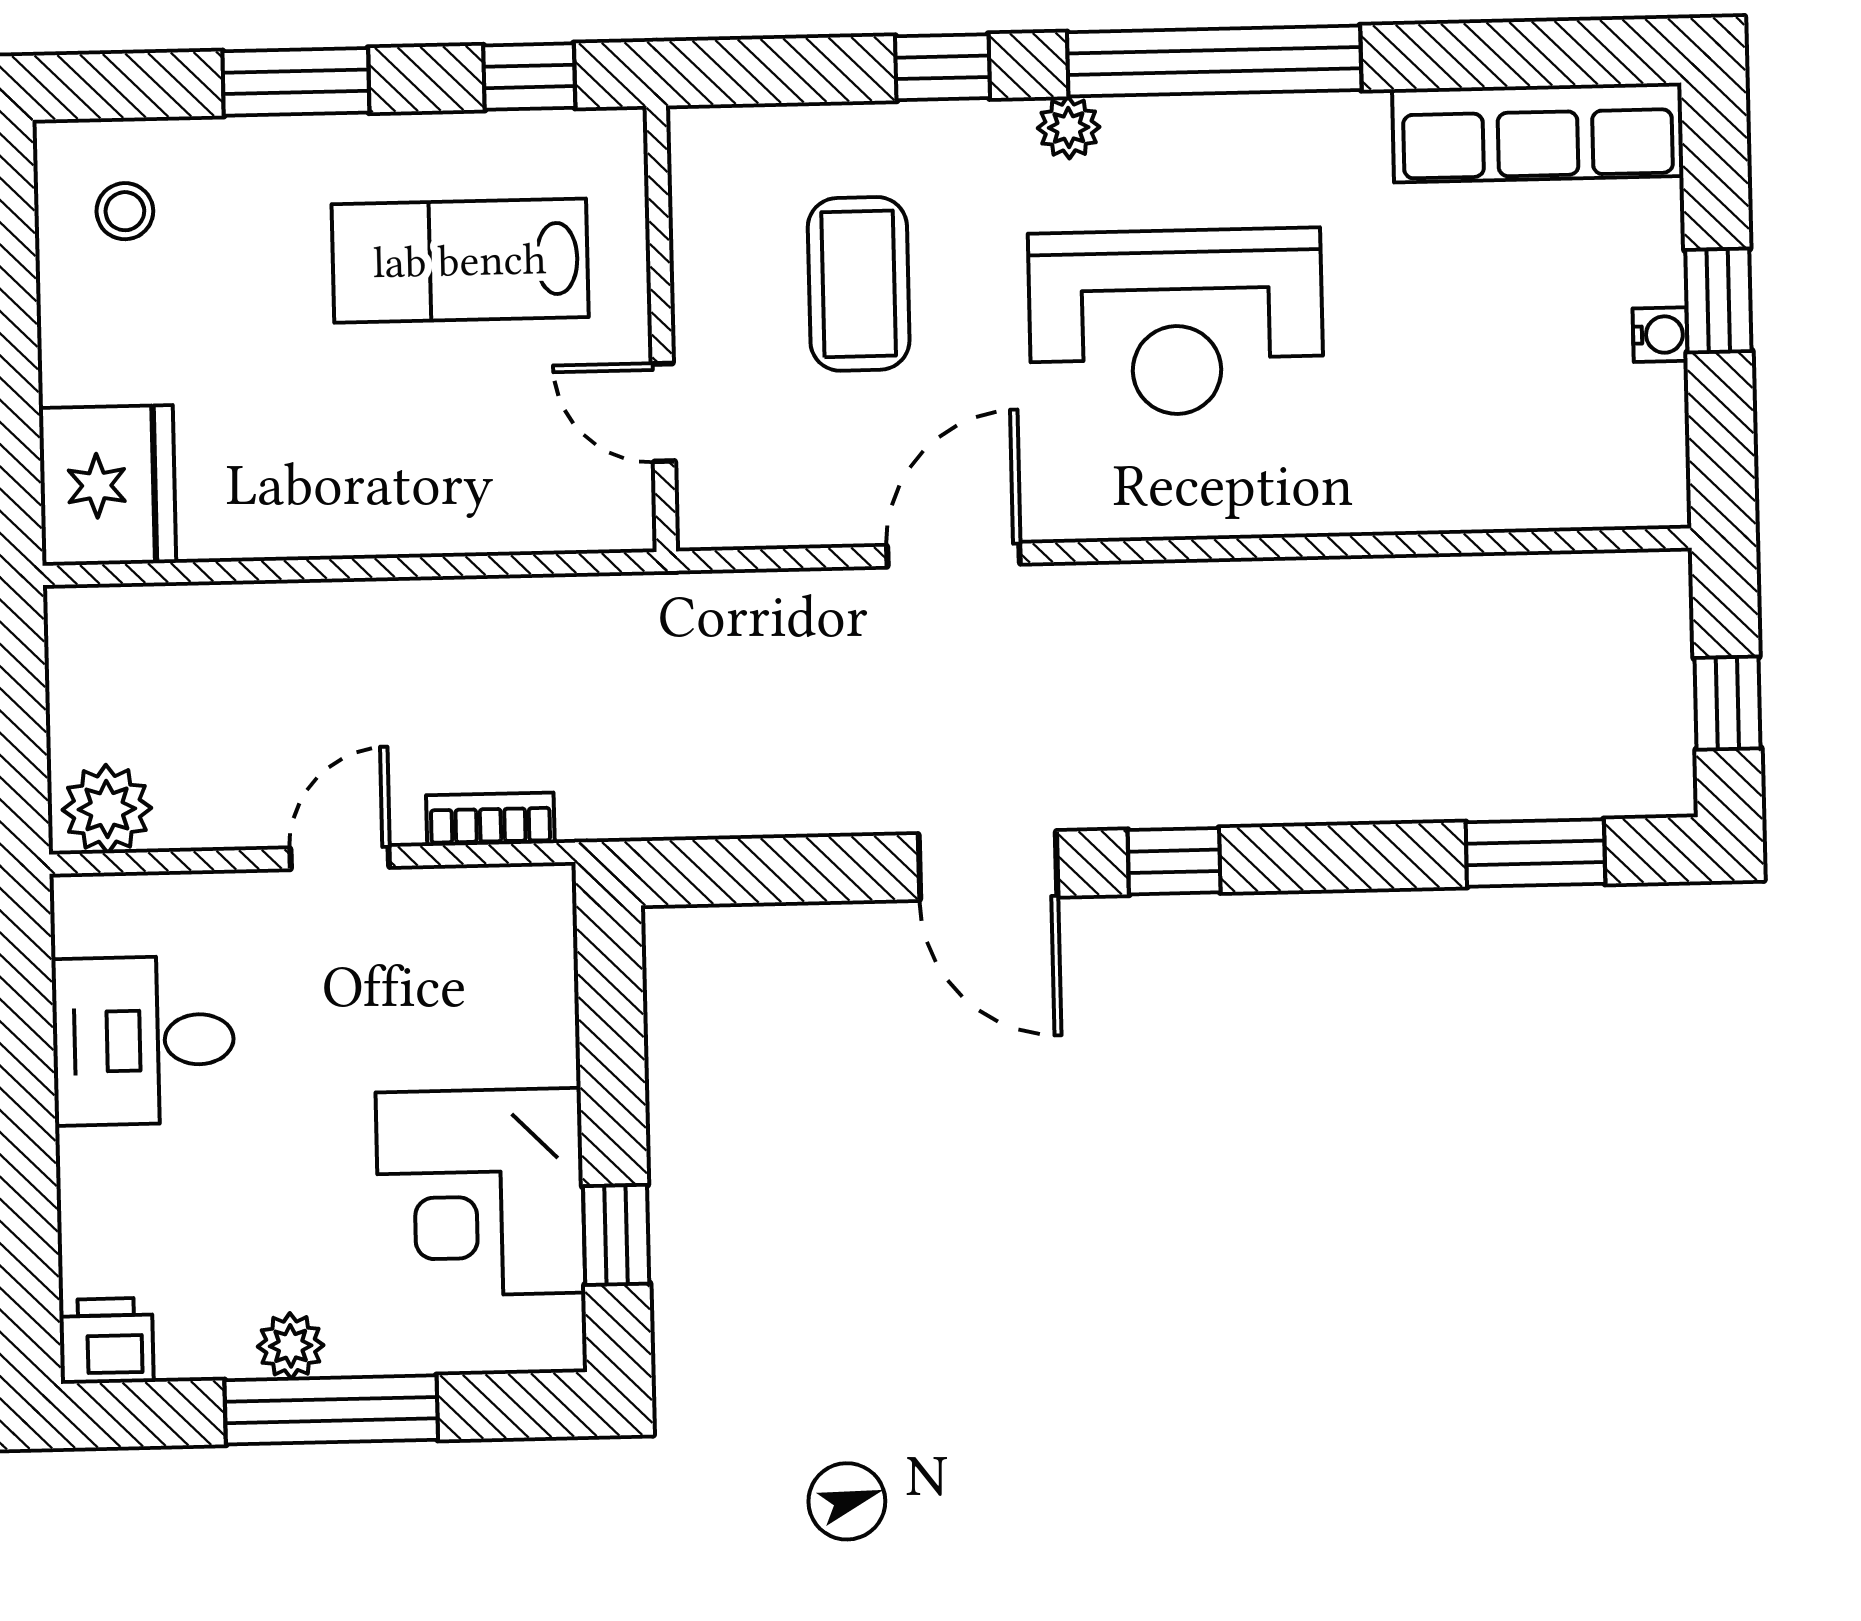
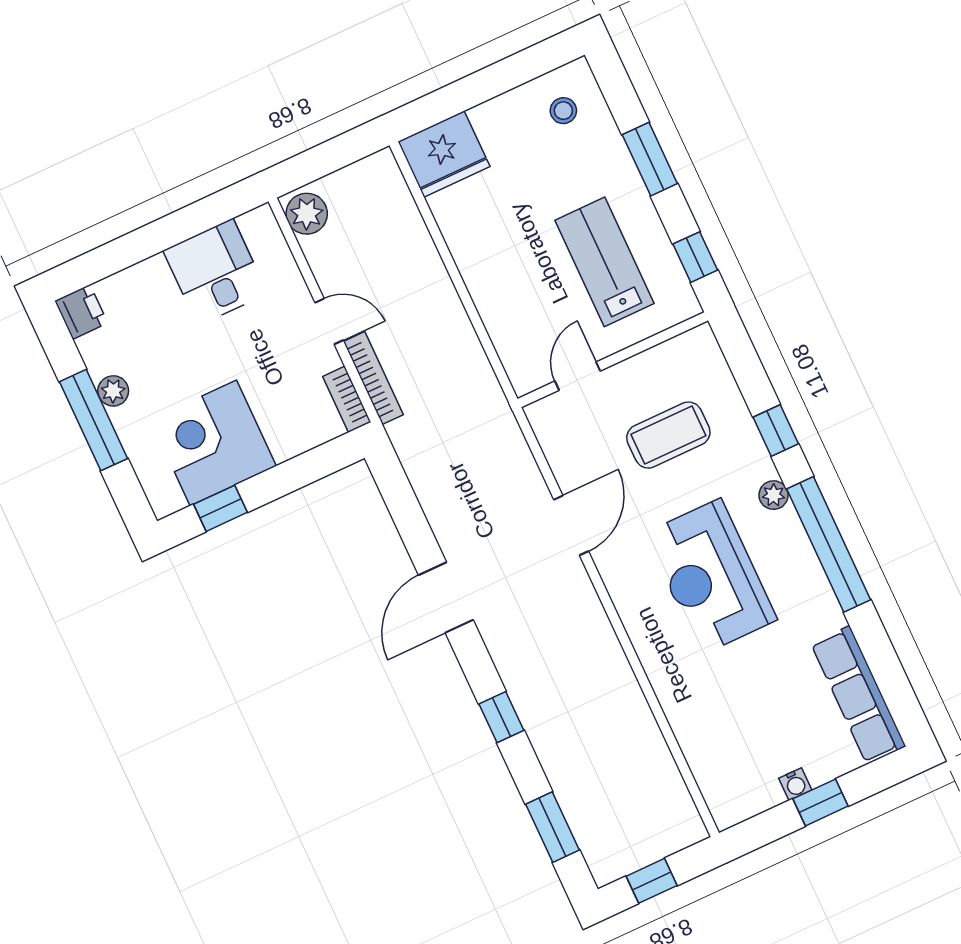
door: (954, 555) -> (571, 525), hinge flipped
bookcase: (490, 819) -> (373, 378), width x1.56
window: (1174, 861) -> (501, 717), moved
bookcase: (509, 890) -> (347, 399), added

